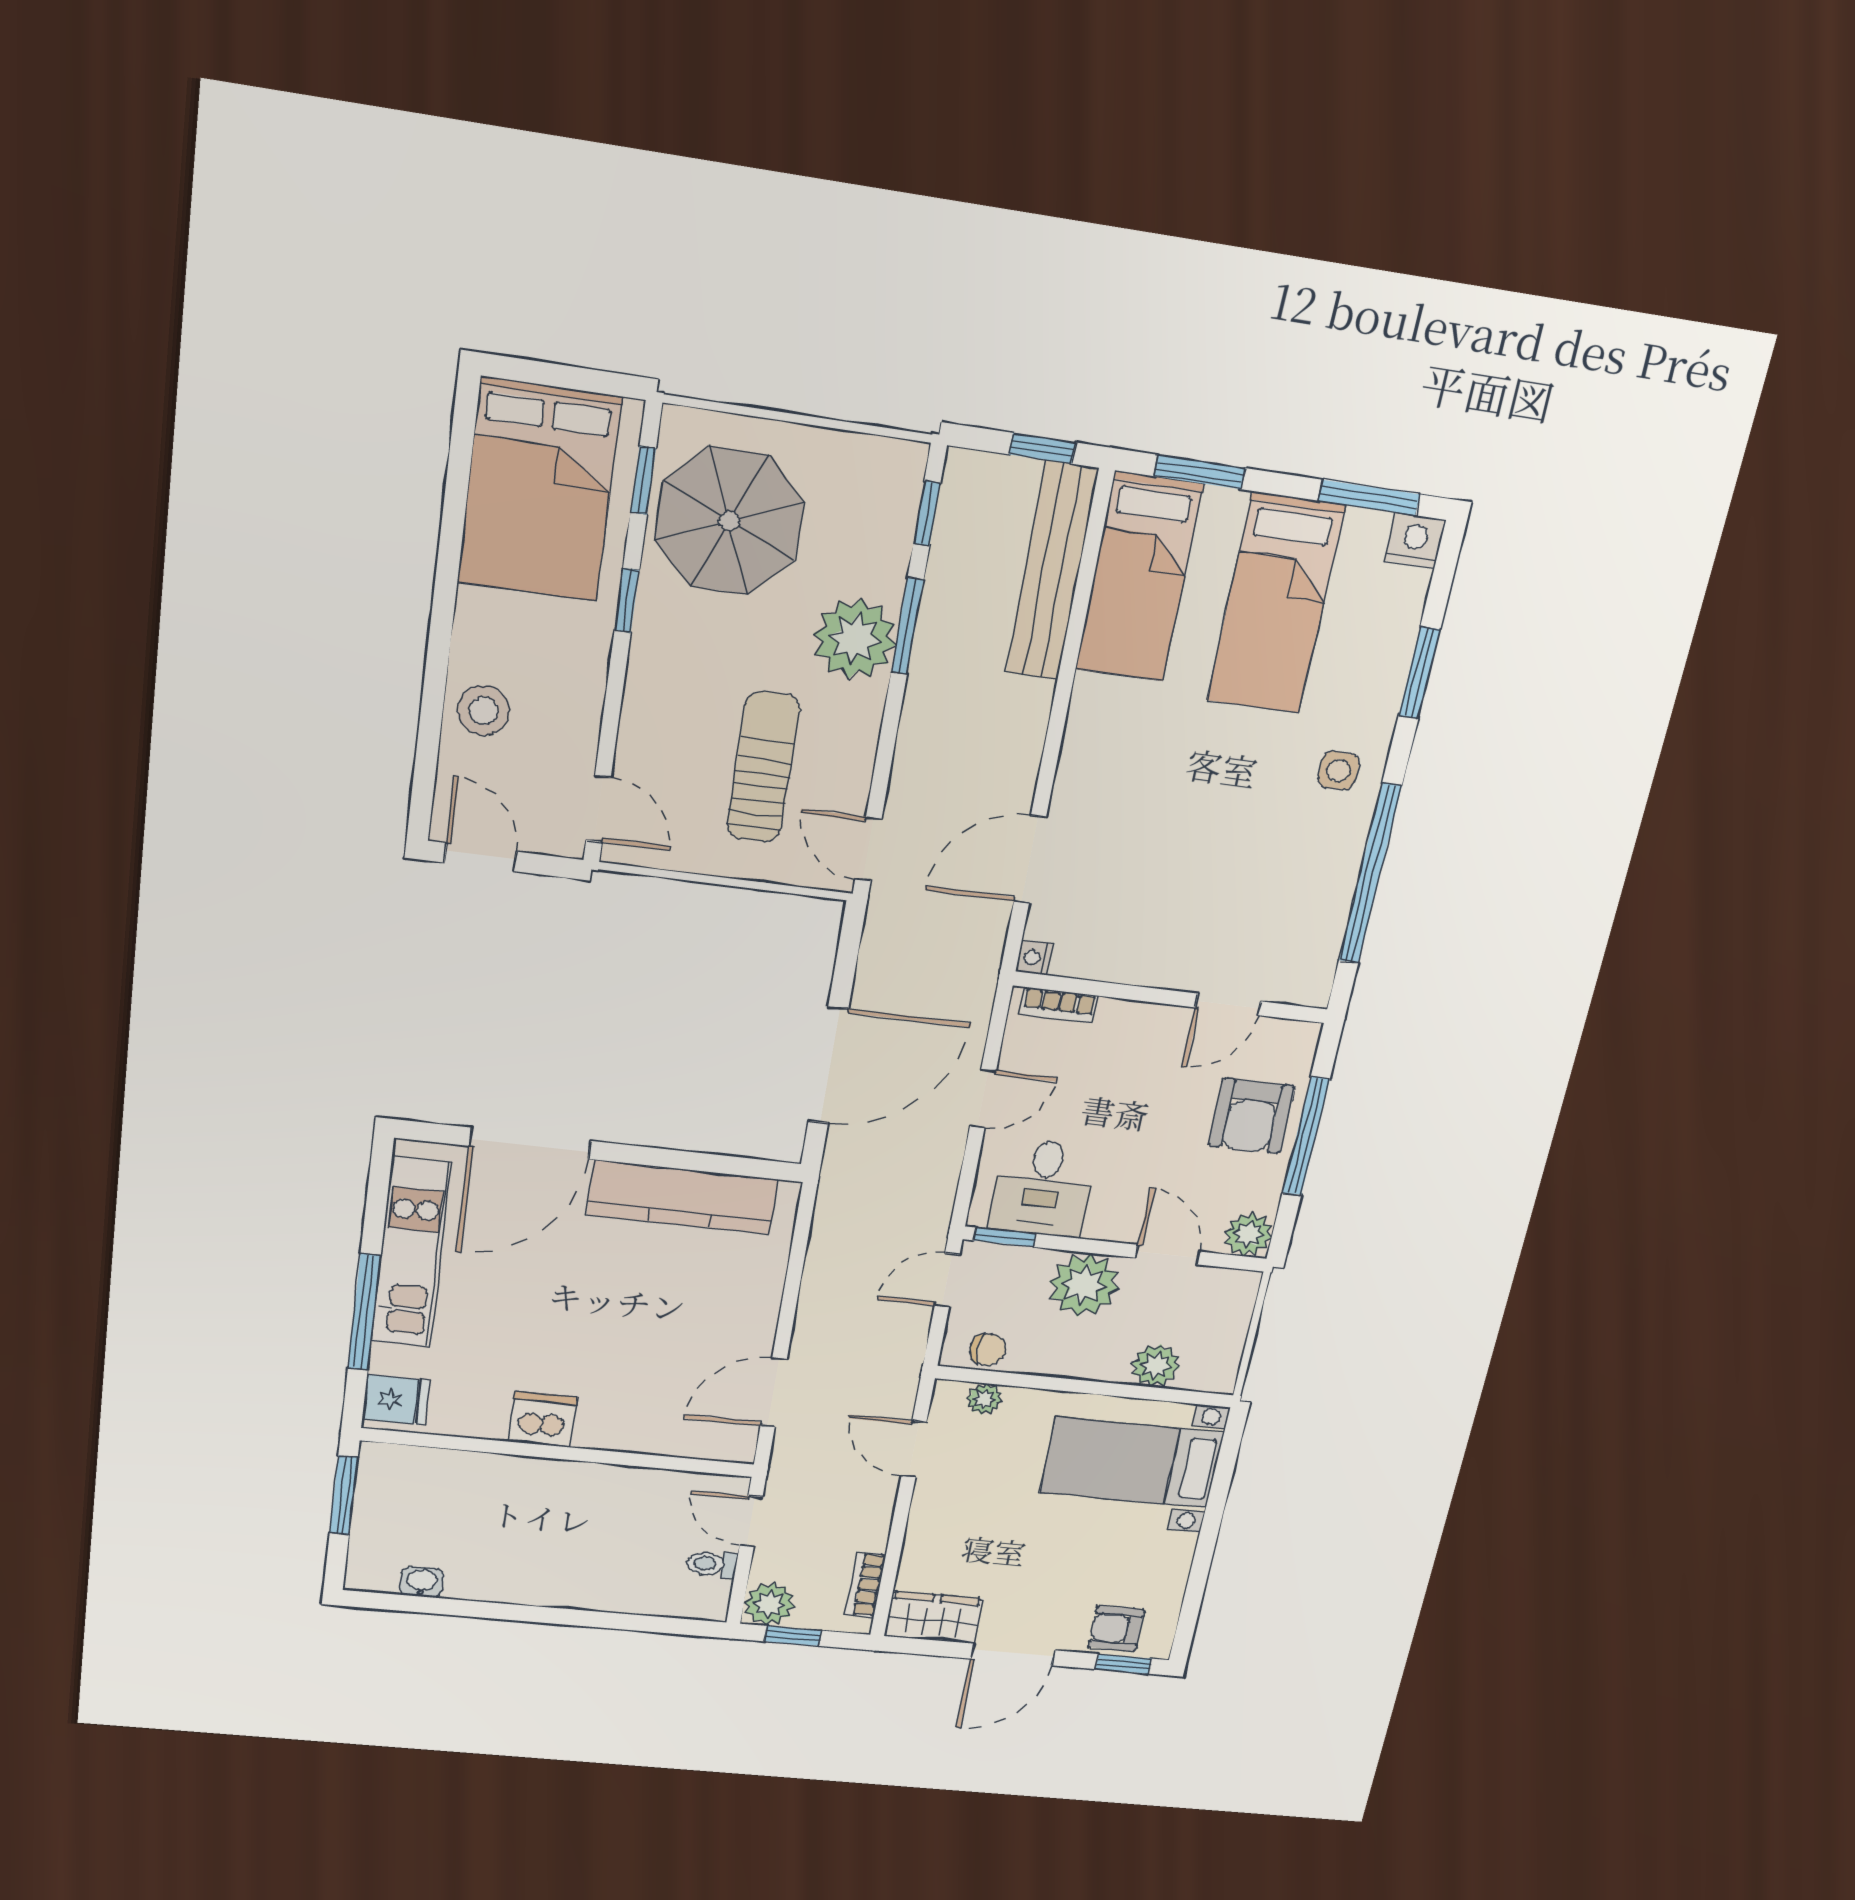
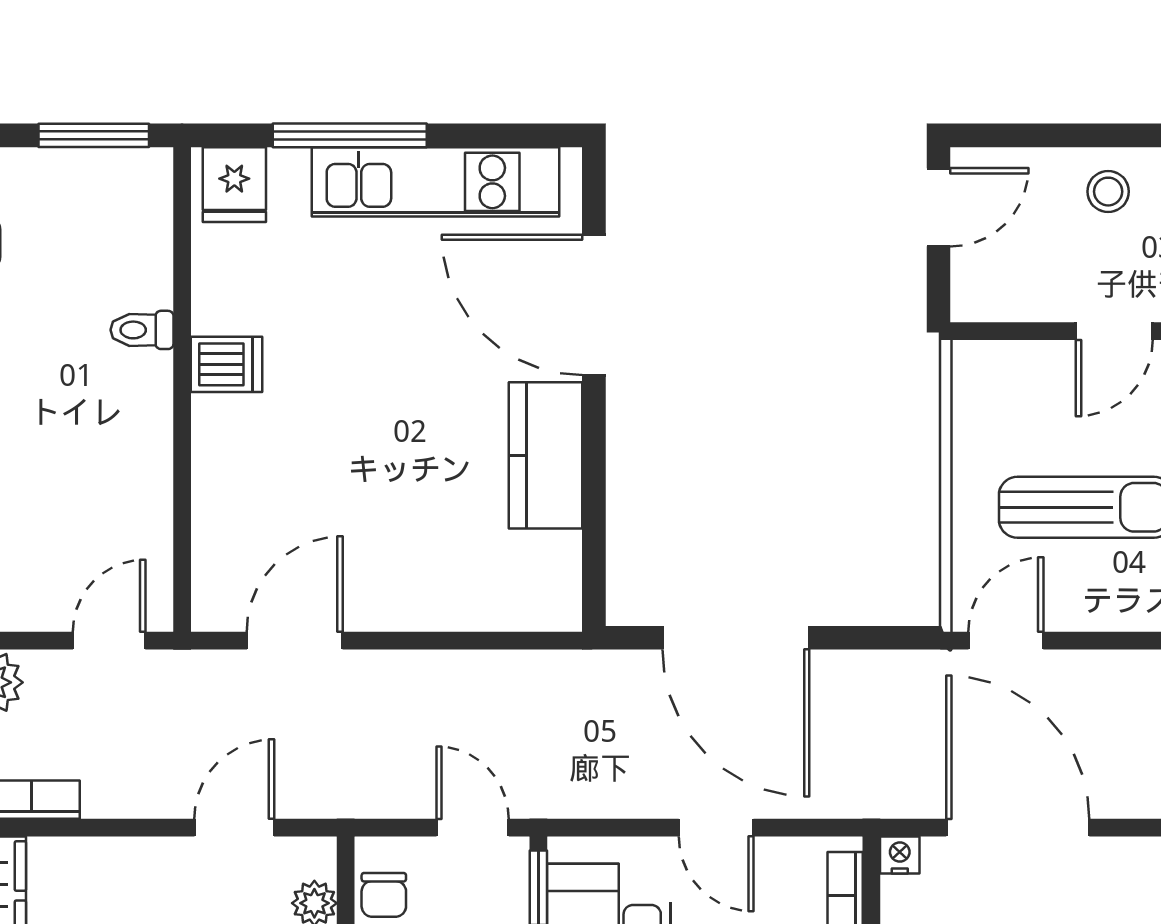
stool: (484, 711) -> (1108, 192), width x0.73, depth x0.73
door: (598, 809) -> (1114, 331), moved
door: (1030, 859) -> (1018, 828), width x1.36
kitchen counter: (682, 1197) -> (546, 455), width x0.67
door: (774, 1393) -> (295, 641), hinge flipped
dishwasher: (543, 1419) -> (226, 364), width x0.73
toilet: (712, 1564) -> (142, 330), moved, turned -90

